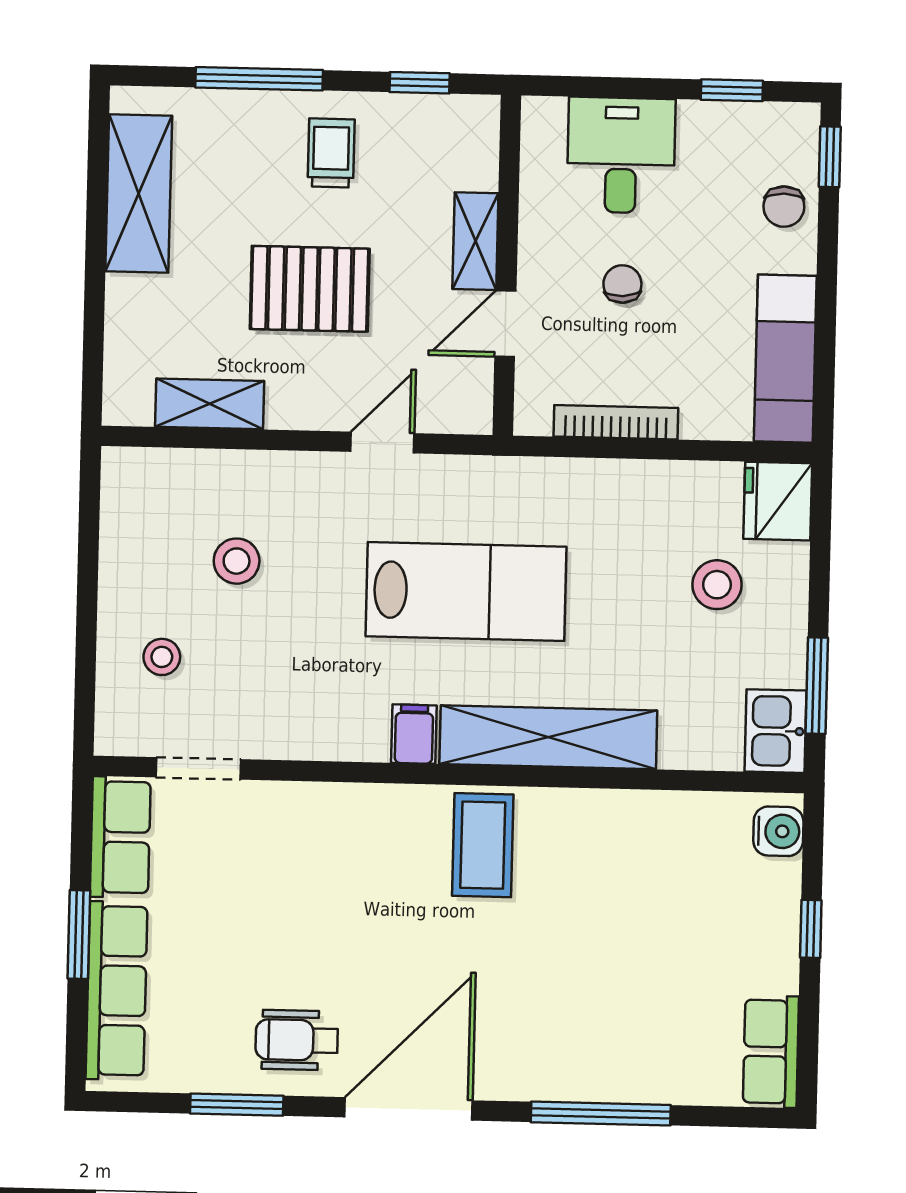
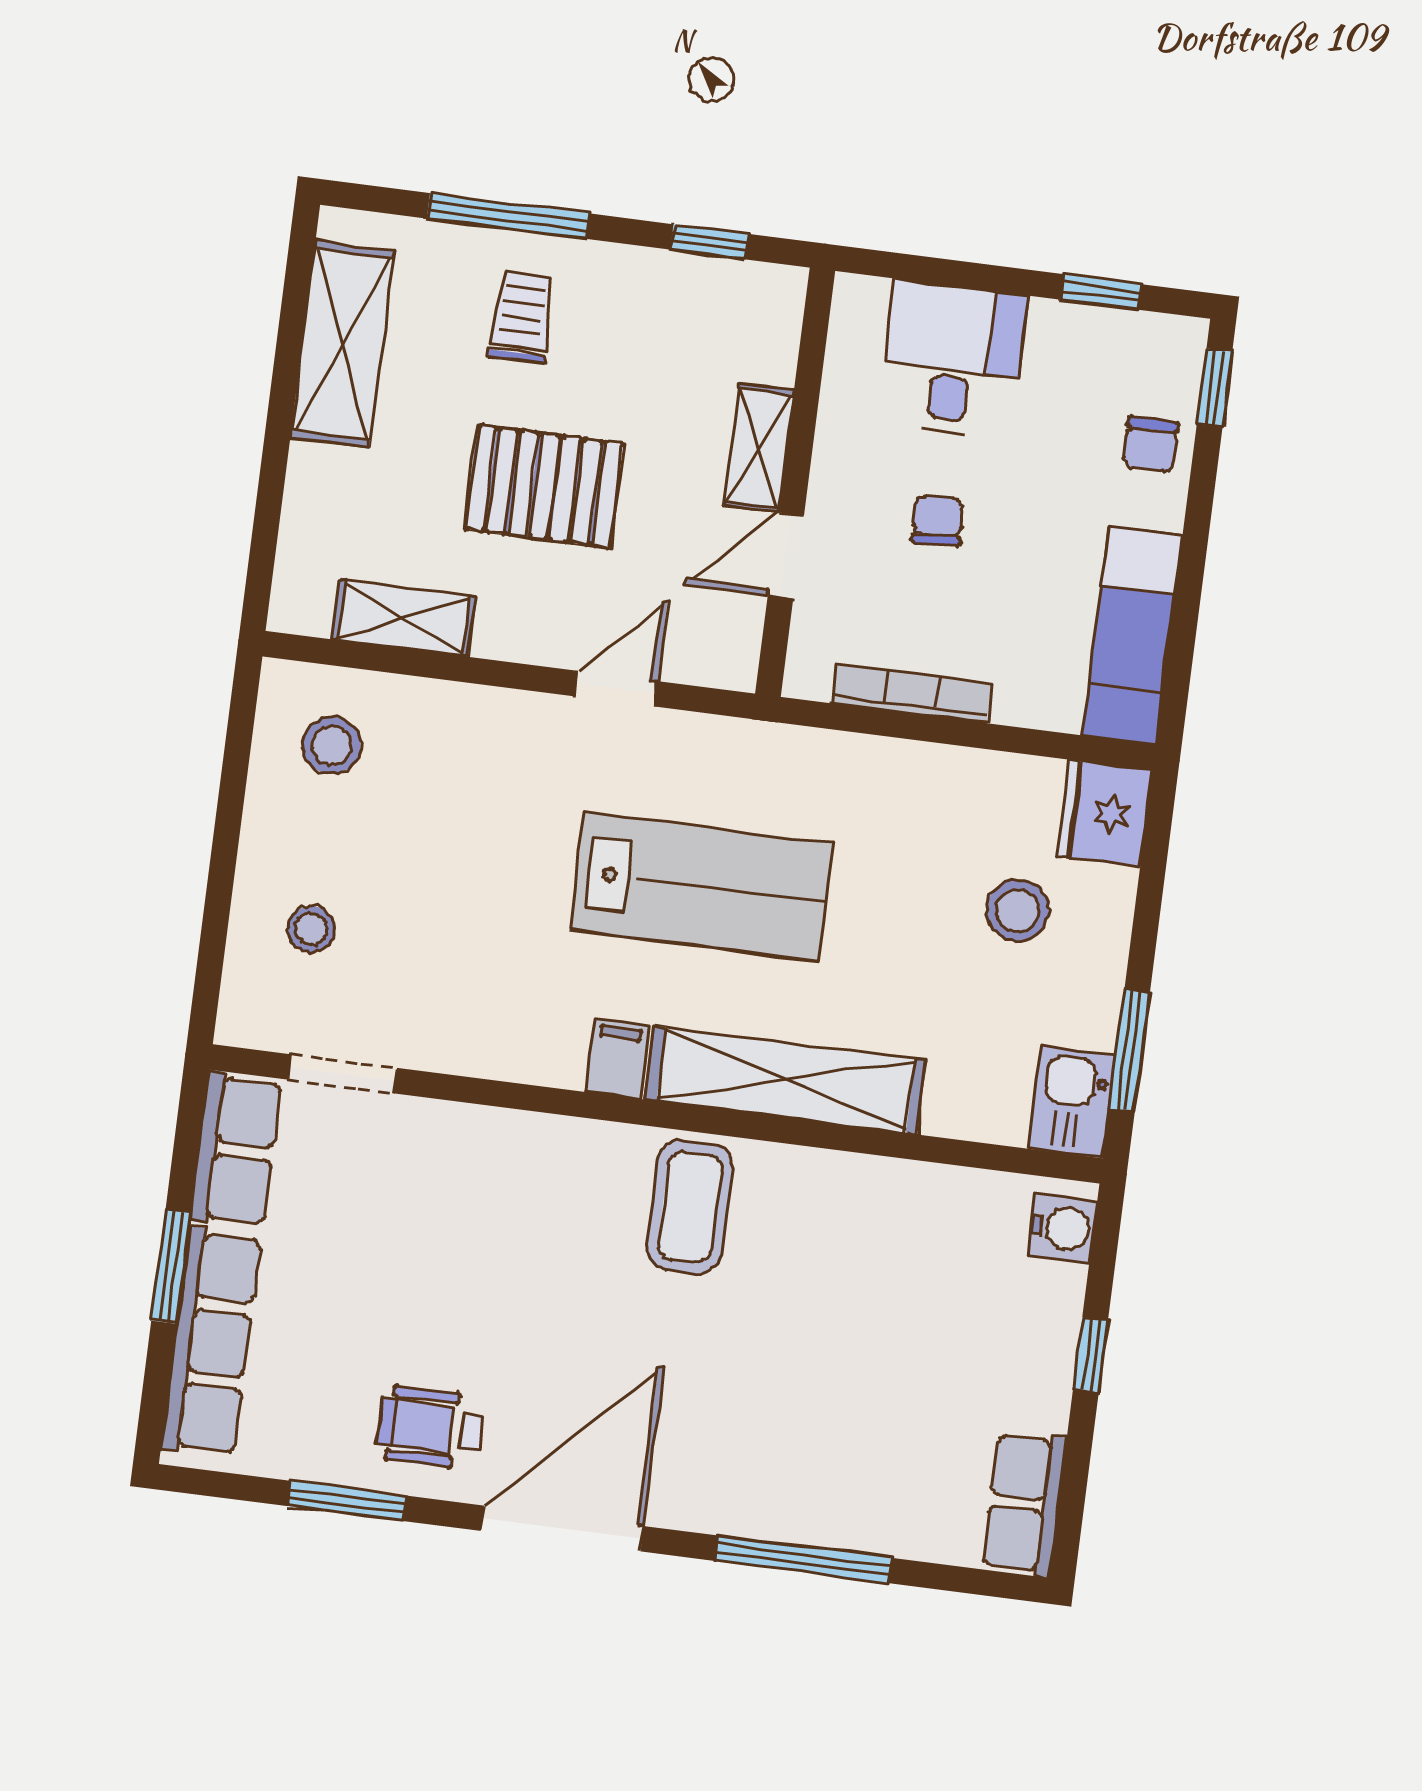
trolley: (331, 153) -> (522, 317), moved
stool: (237, 561) -> (332, 745), moved

